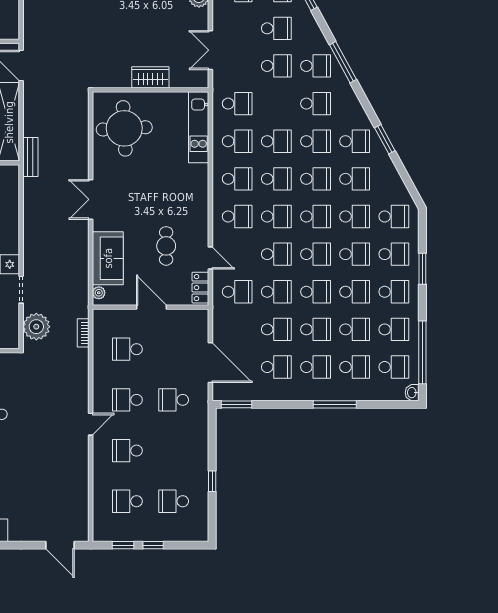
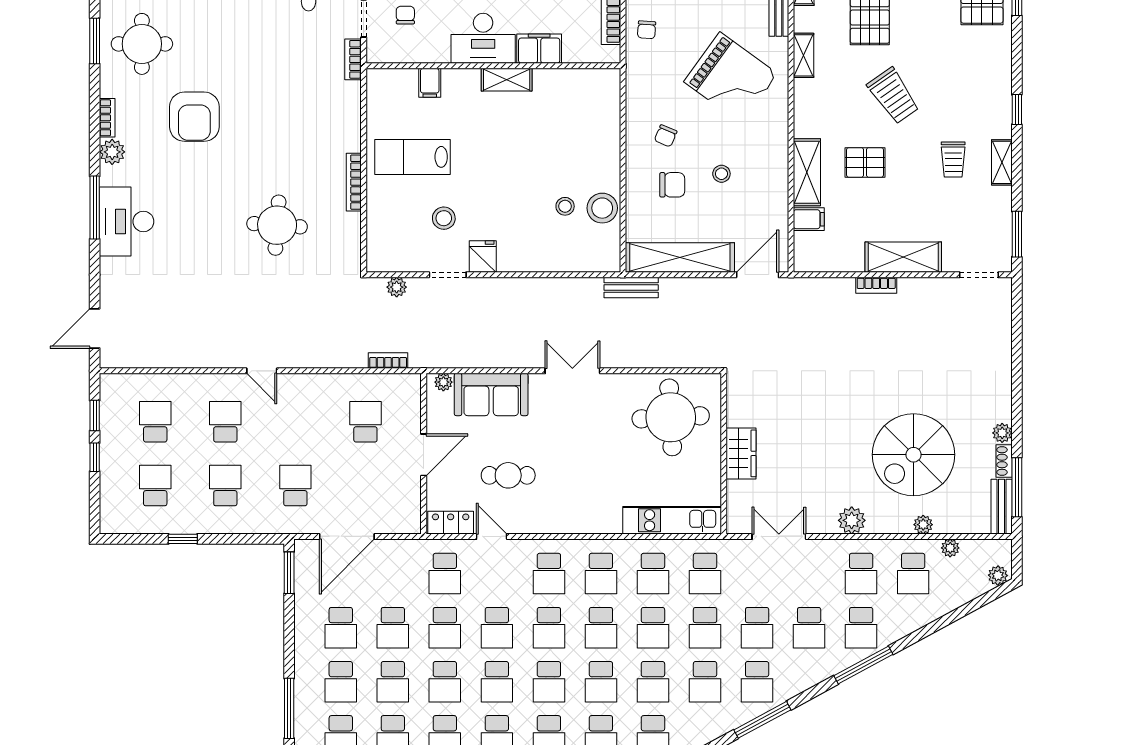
school desk: (276, 104) -> (705, 628), added
door: (210, 258) -> (492, 536), swing flipped
plant: (36, 327) -> (397, 287), width x0.53, depth x0.53
school desk: (127, 400) -> (225, 486), moved

